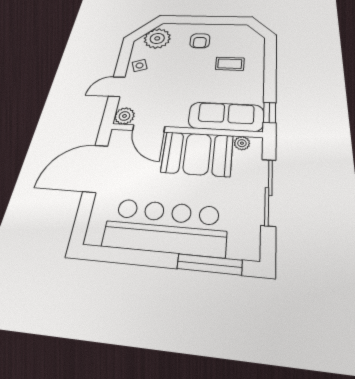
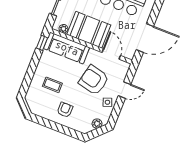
plant: (157, 38) -> (97, 124), width x0.53, depth x0.53
armchair: (168, 86) -> (94, 80), added
plant: (124, 116) -> (123, 67), removed

